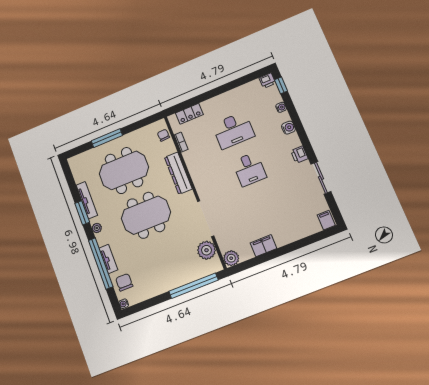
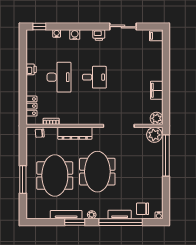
printer: (267, 81) -> (31, 69), moved
plant: (206, 250) -> (154, 135), moved

